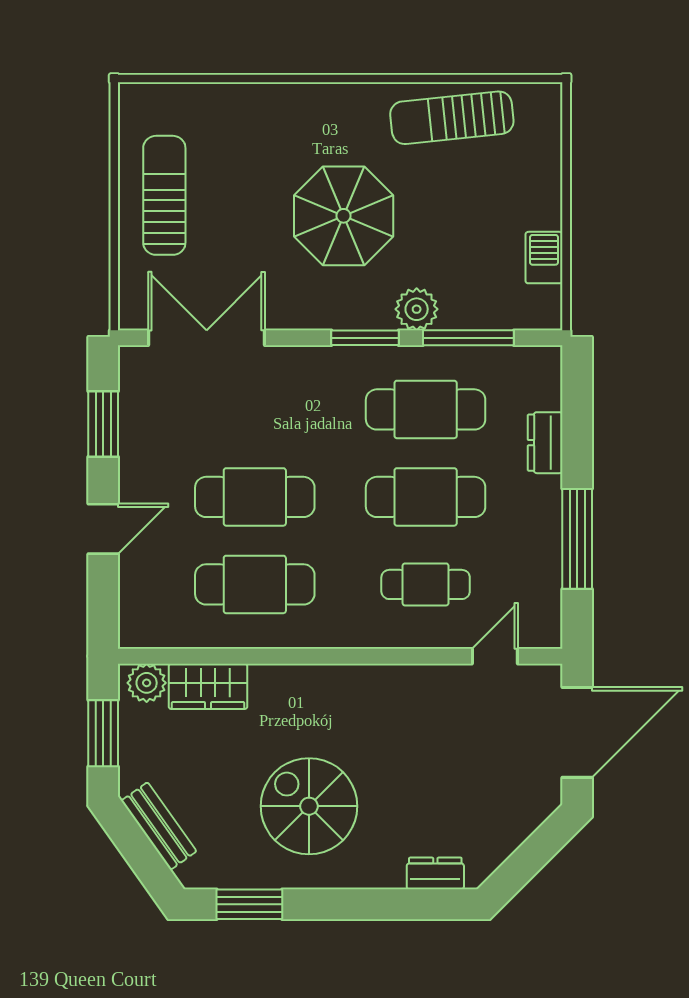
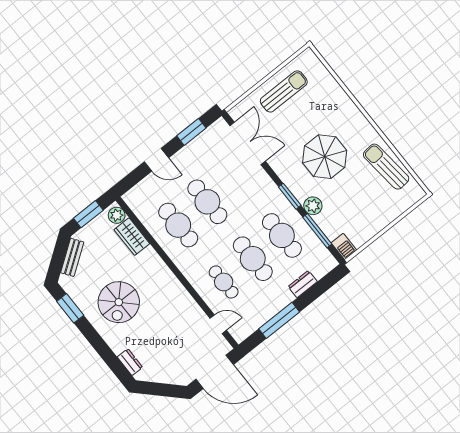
barbecue: (544, 258) -> (344, 246), moved, turned 90
spiral stairs: (309, 806) -> (119, 302), turned 180

